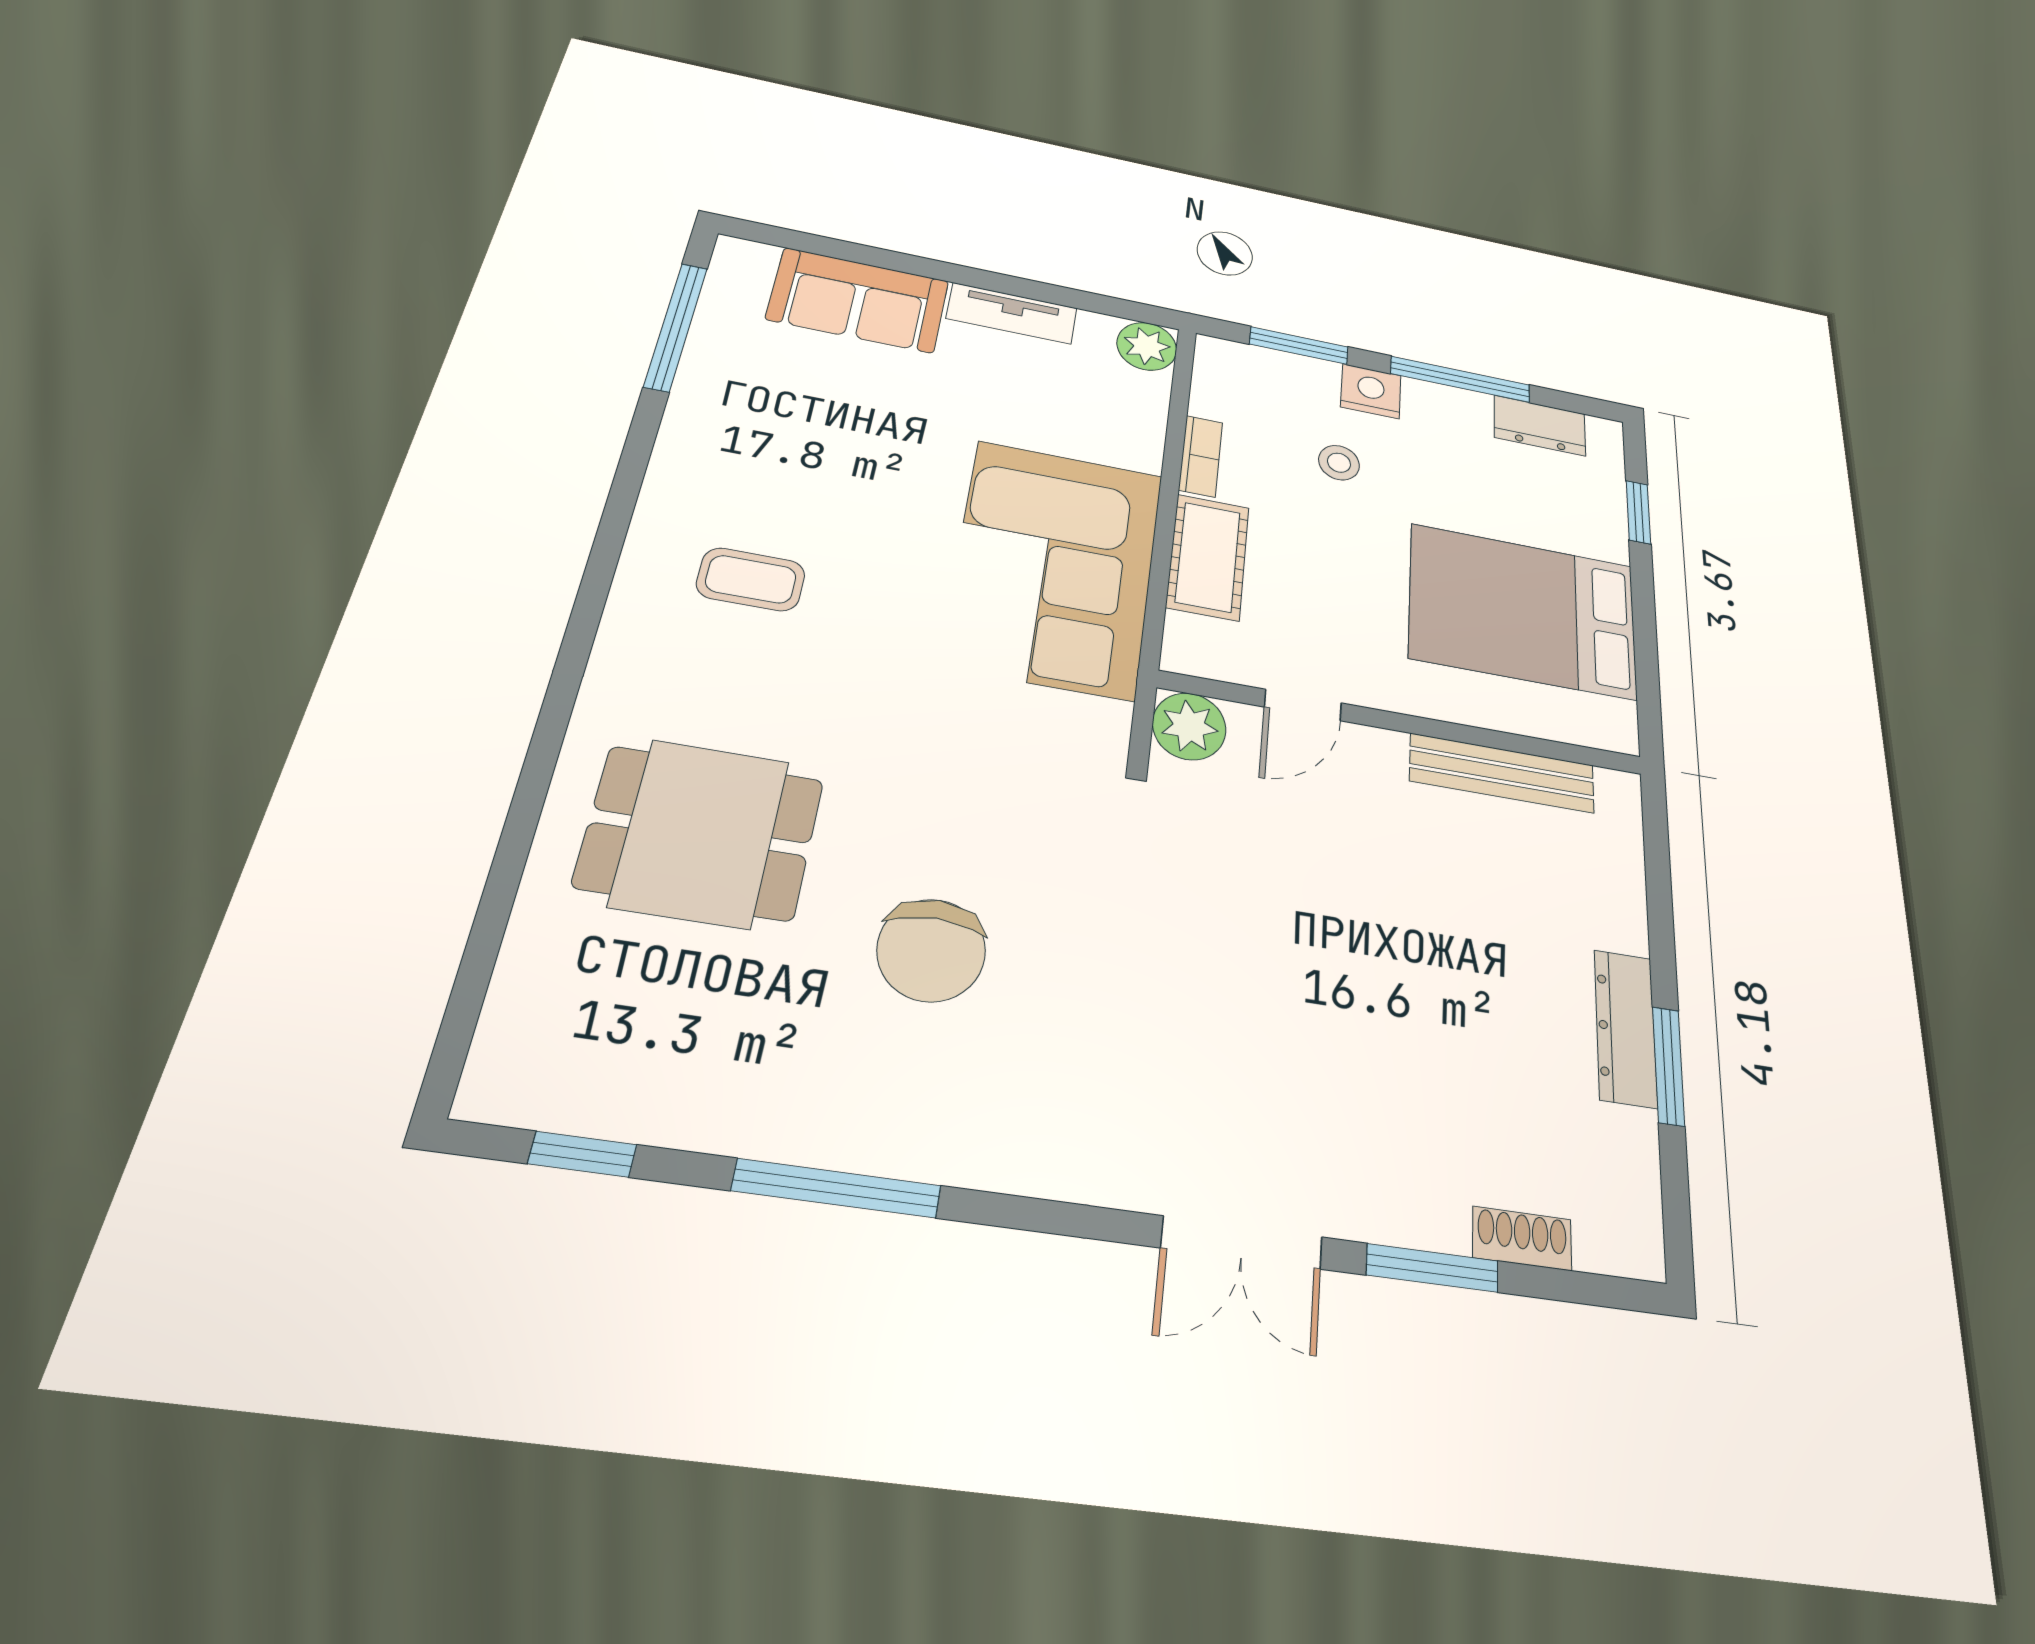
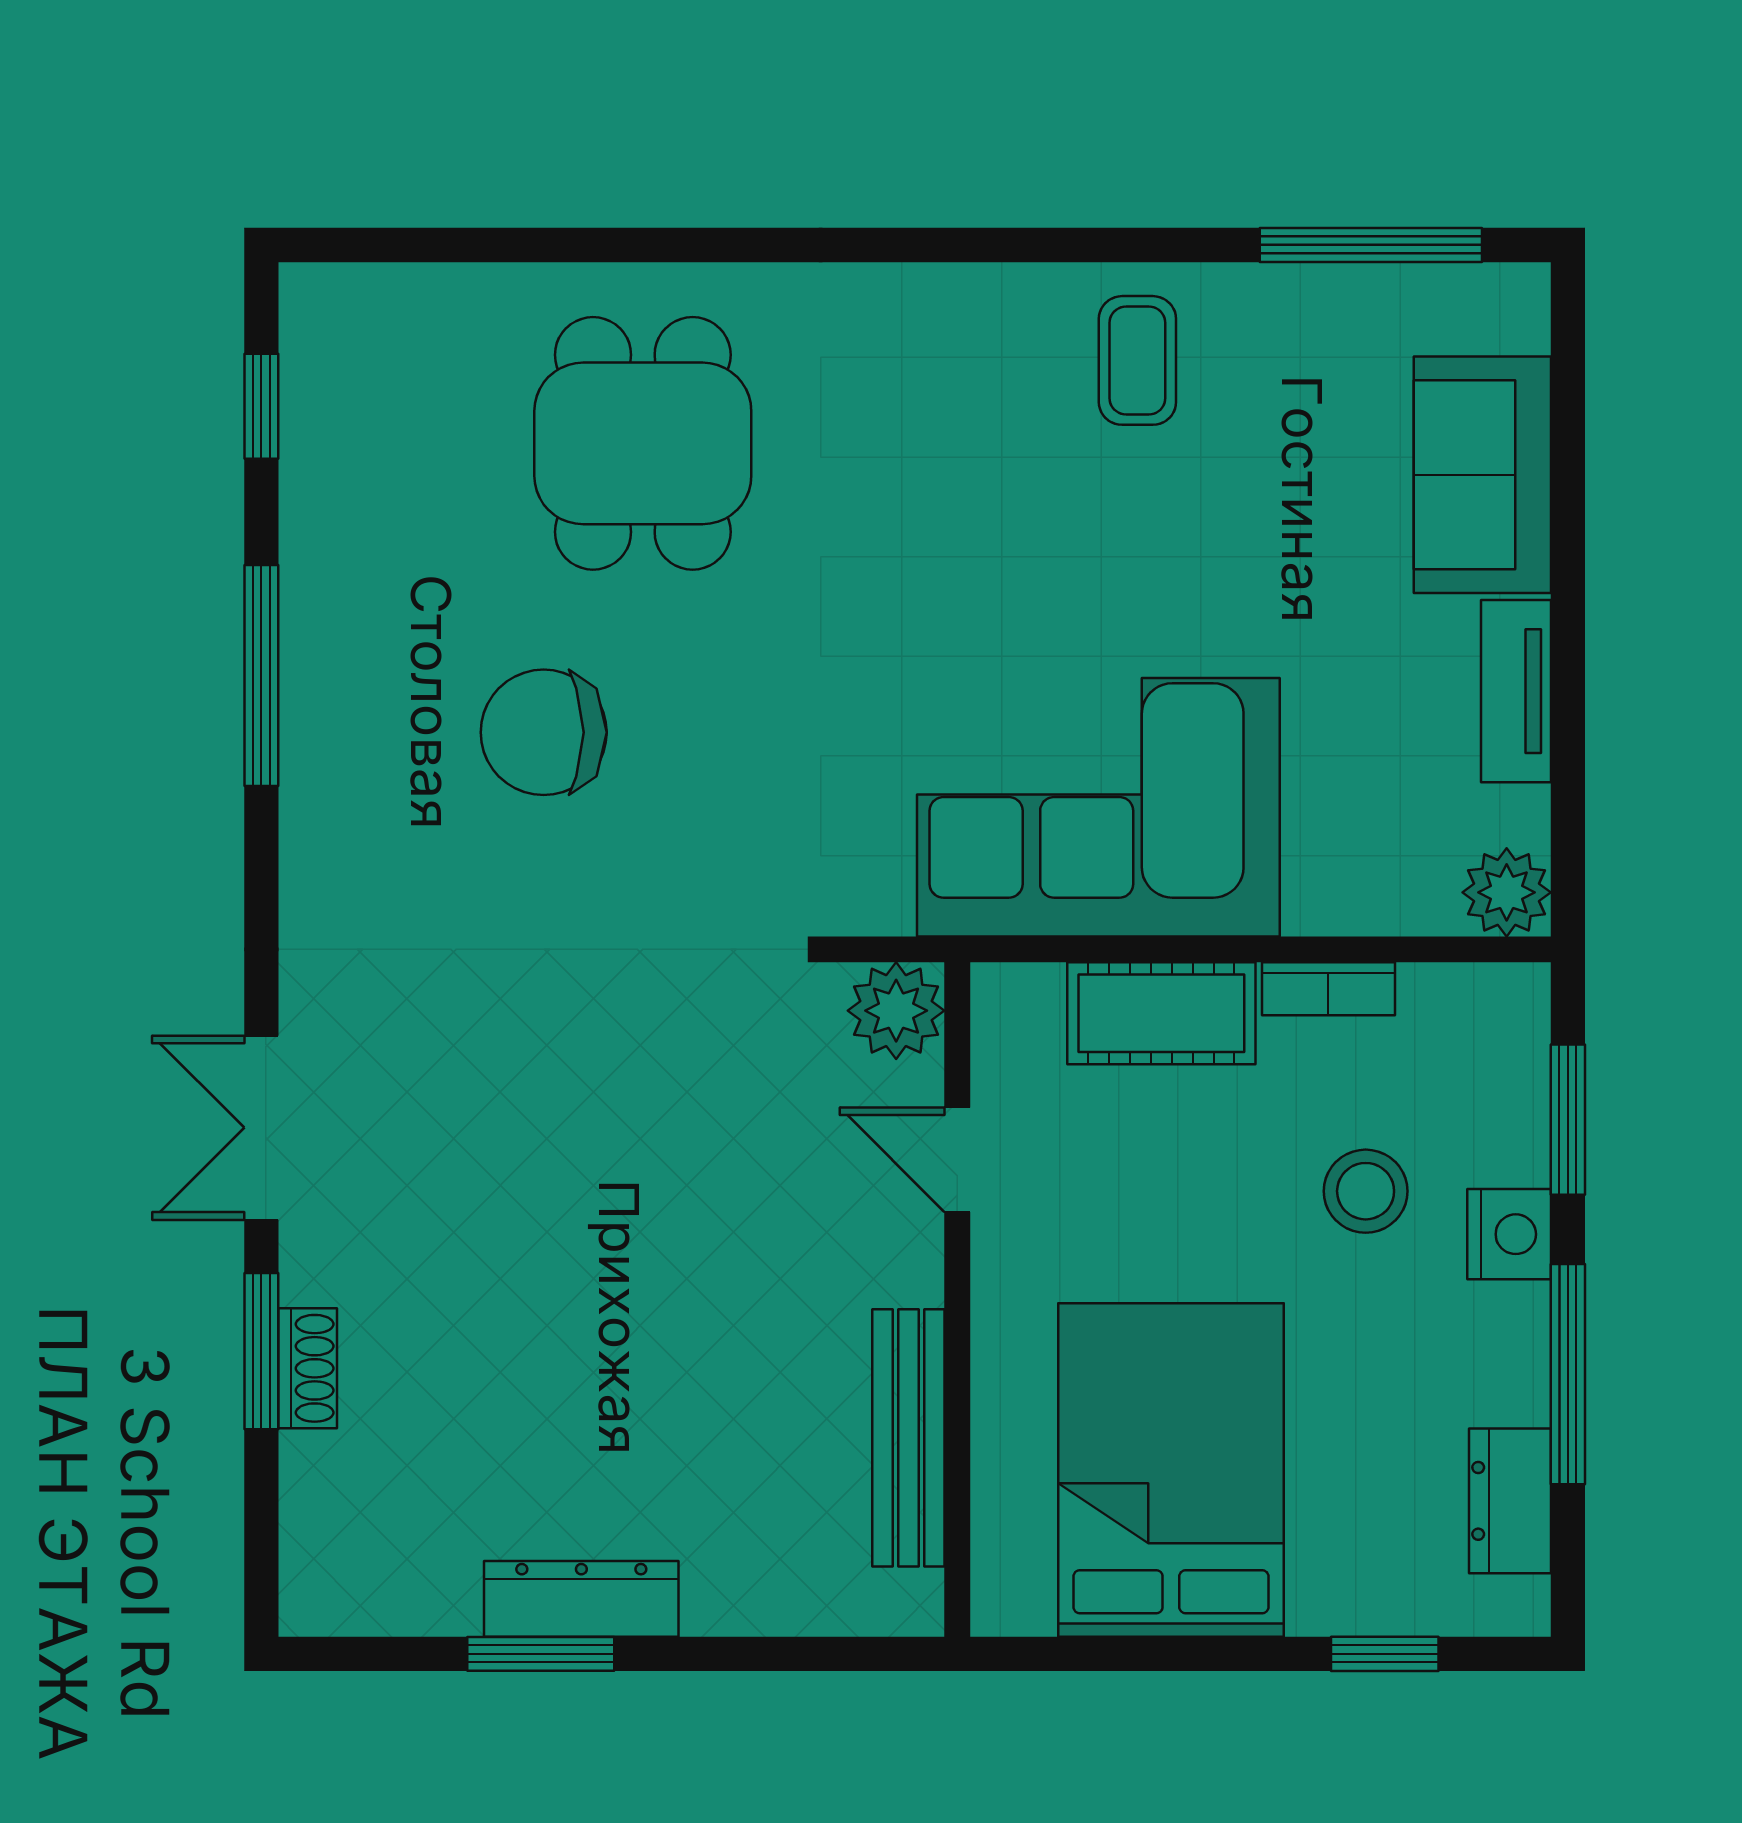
stool: (1339, 463) -> (1366, 1191), width x1.37, depth x1.37
coffee table: (751, 579) -> (1137, 360), moved
shoe rack: (1522, 1238) -> (308, 1368), moved

